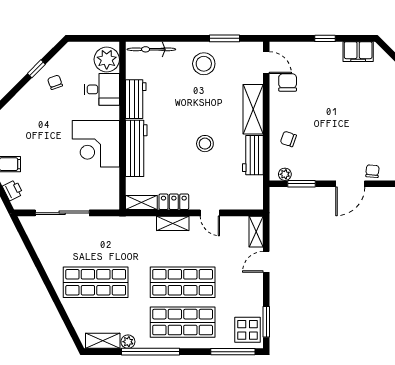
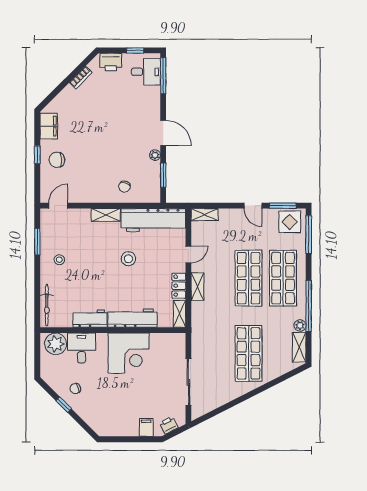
stool: (204, 64) -> (59, 260), width x0.53, depth x0.53
chair: (288, 82) -> (57, 160), moved
shelving: (253, 109) -> (106, 215), width x0.67, depth x0.75
workbench: (253, 155) -> (153, 220), width x1.87, depth x1.32
chair: (372, 171) -> (152, 114), removed
plant: (285, 174) -> (155, 155), moved
door: (266, 262) -> (253, 206), moved

